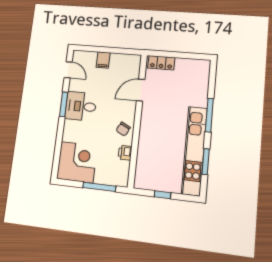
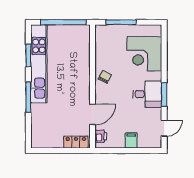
door: (68, 70) -> (164, 128), swing flipped
printer: (125, 153) -> (101, 136), moved
corner desk: (77, 162) -> (144, 54), moved
window: (163, 195) -> (63, 22), width x3.17

